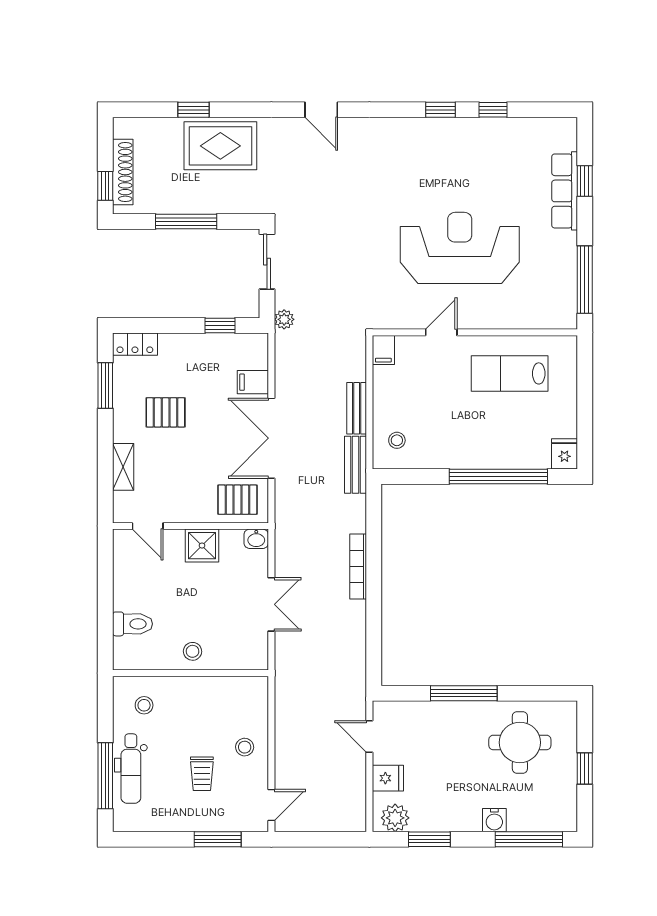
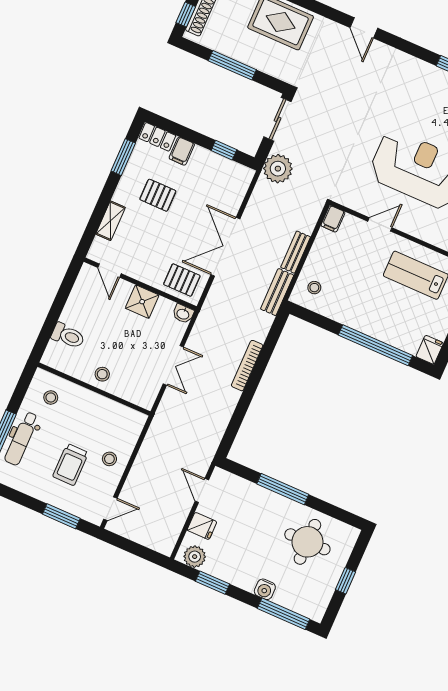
plant: (284, 319) -> (278, 169), width x1.87, depth x1.87
filing cabinet: (253, 382) -> (182, 151), moved, turned -90
trolley: (202, 774) -> (71, 465), width x1.36, depth x1.39

